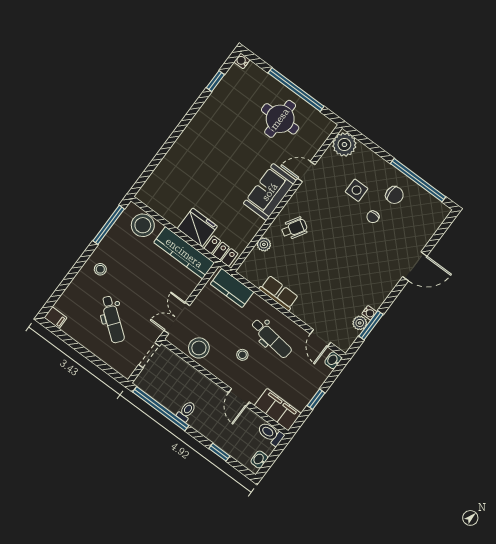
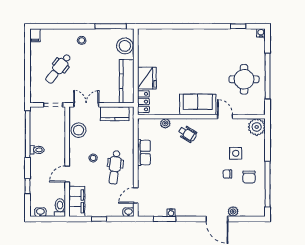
kitchen counter: (232, 288) -> (115, 114), moved, turned -90
plant: (360, 323) -> (233, 211), moved

